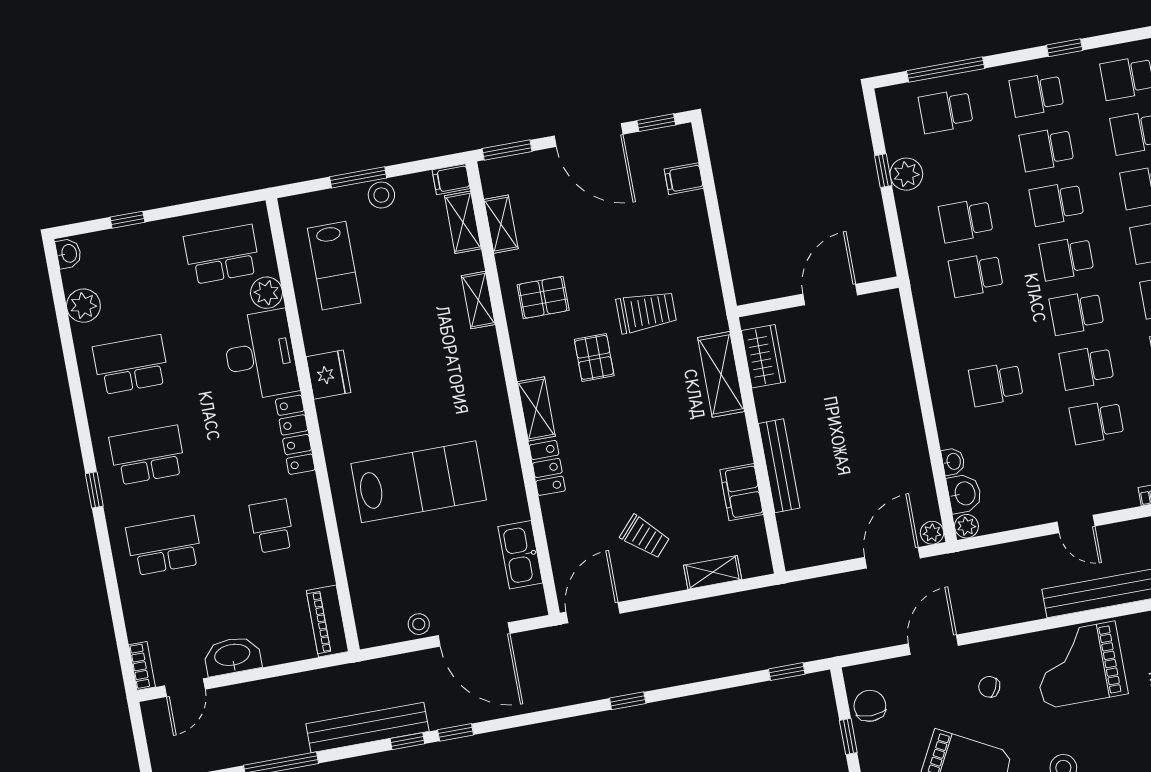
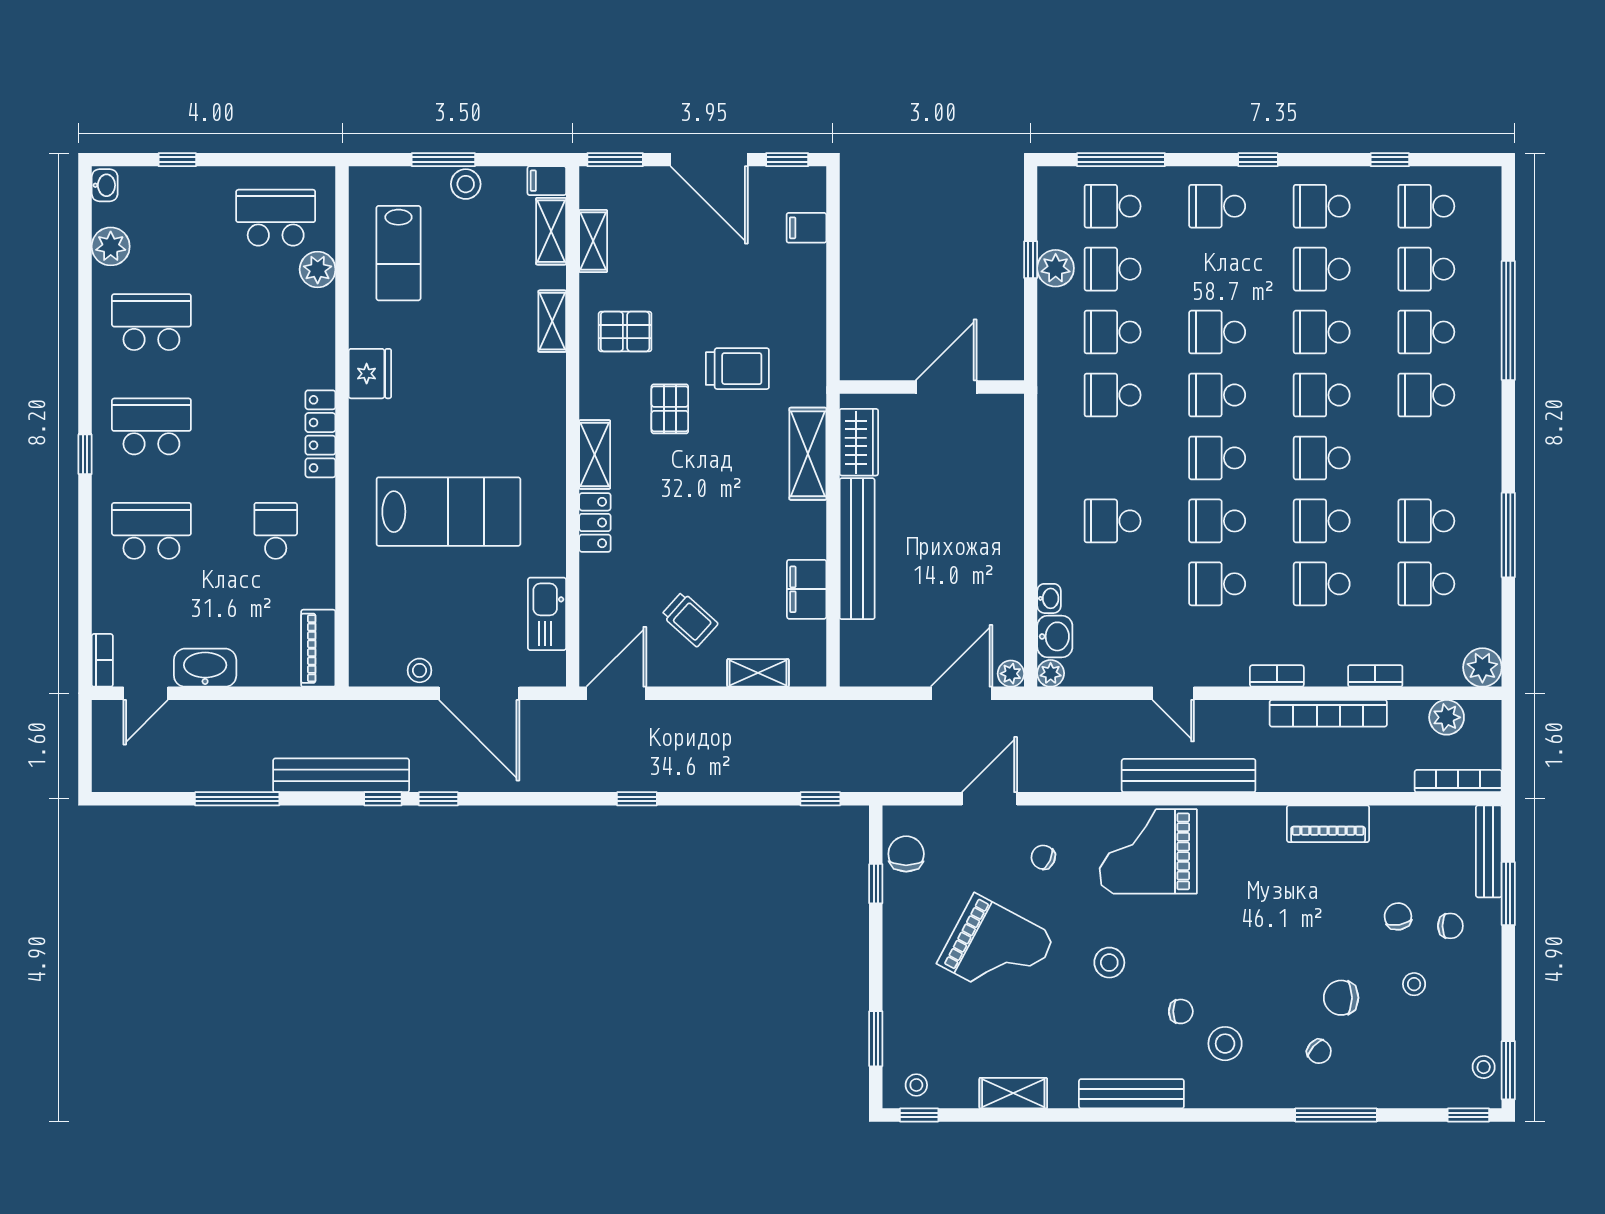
school desk: (1047, 149) -> (1113, 269), moved
desk: (260, 355) -> (298, 338), removed
bench: (779, 466) -> (857, 549), width x1.37, depth x1.21

